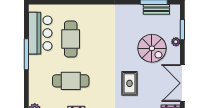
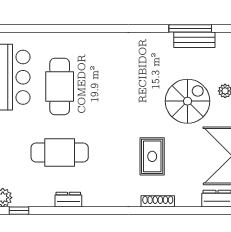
spiral stairs: (152, 48) -> (188, 101), turned -90

